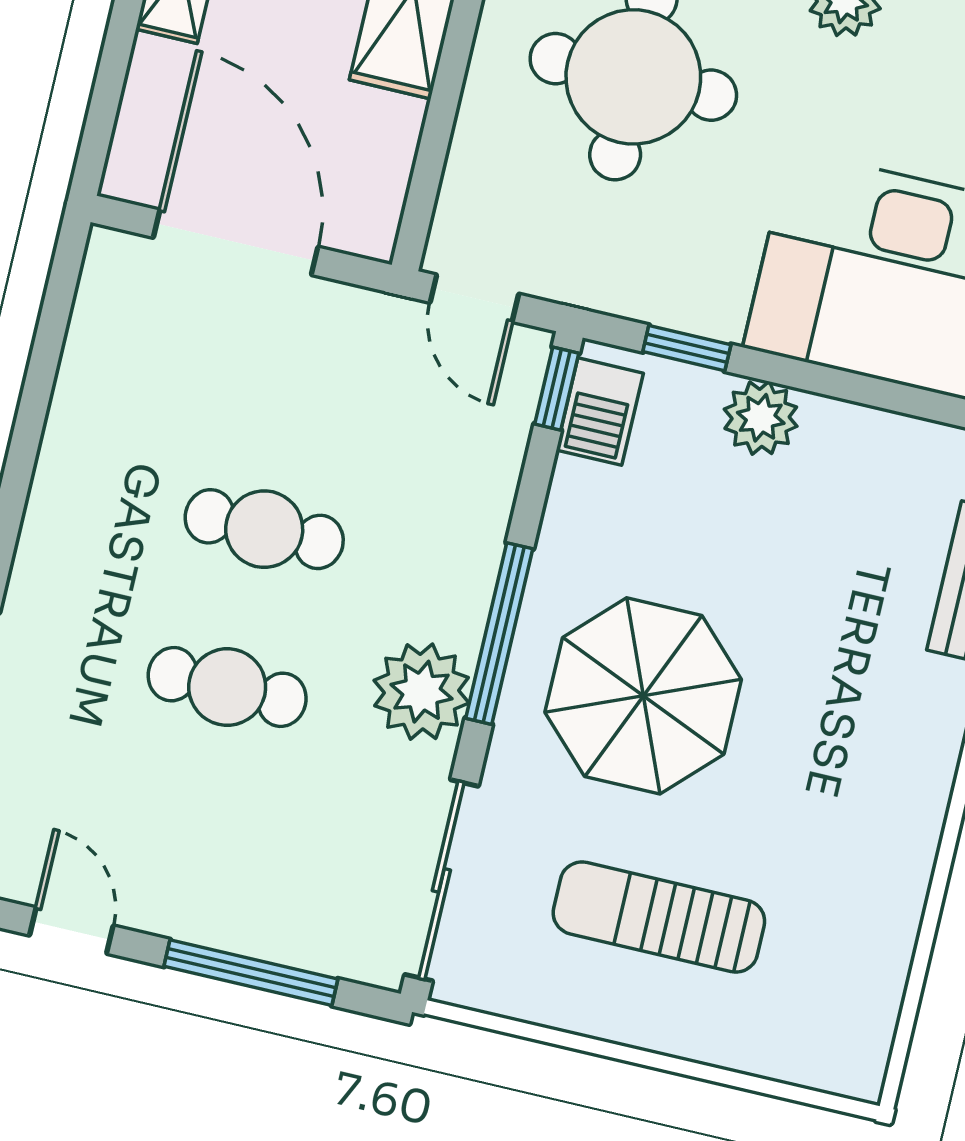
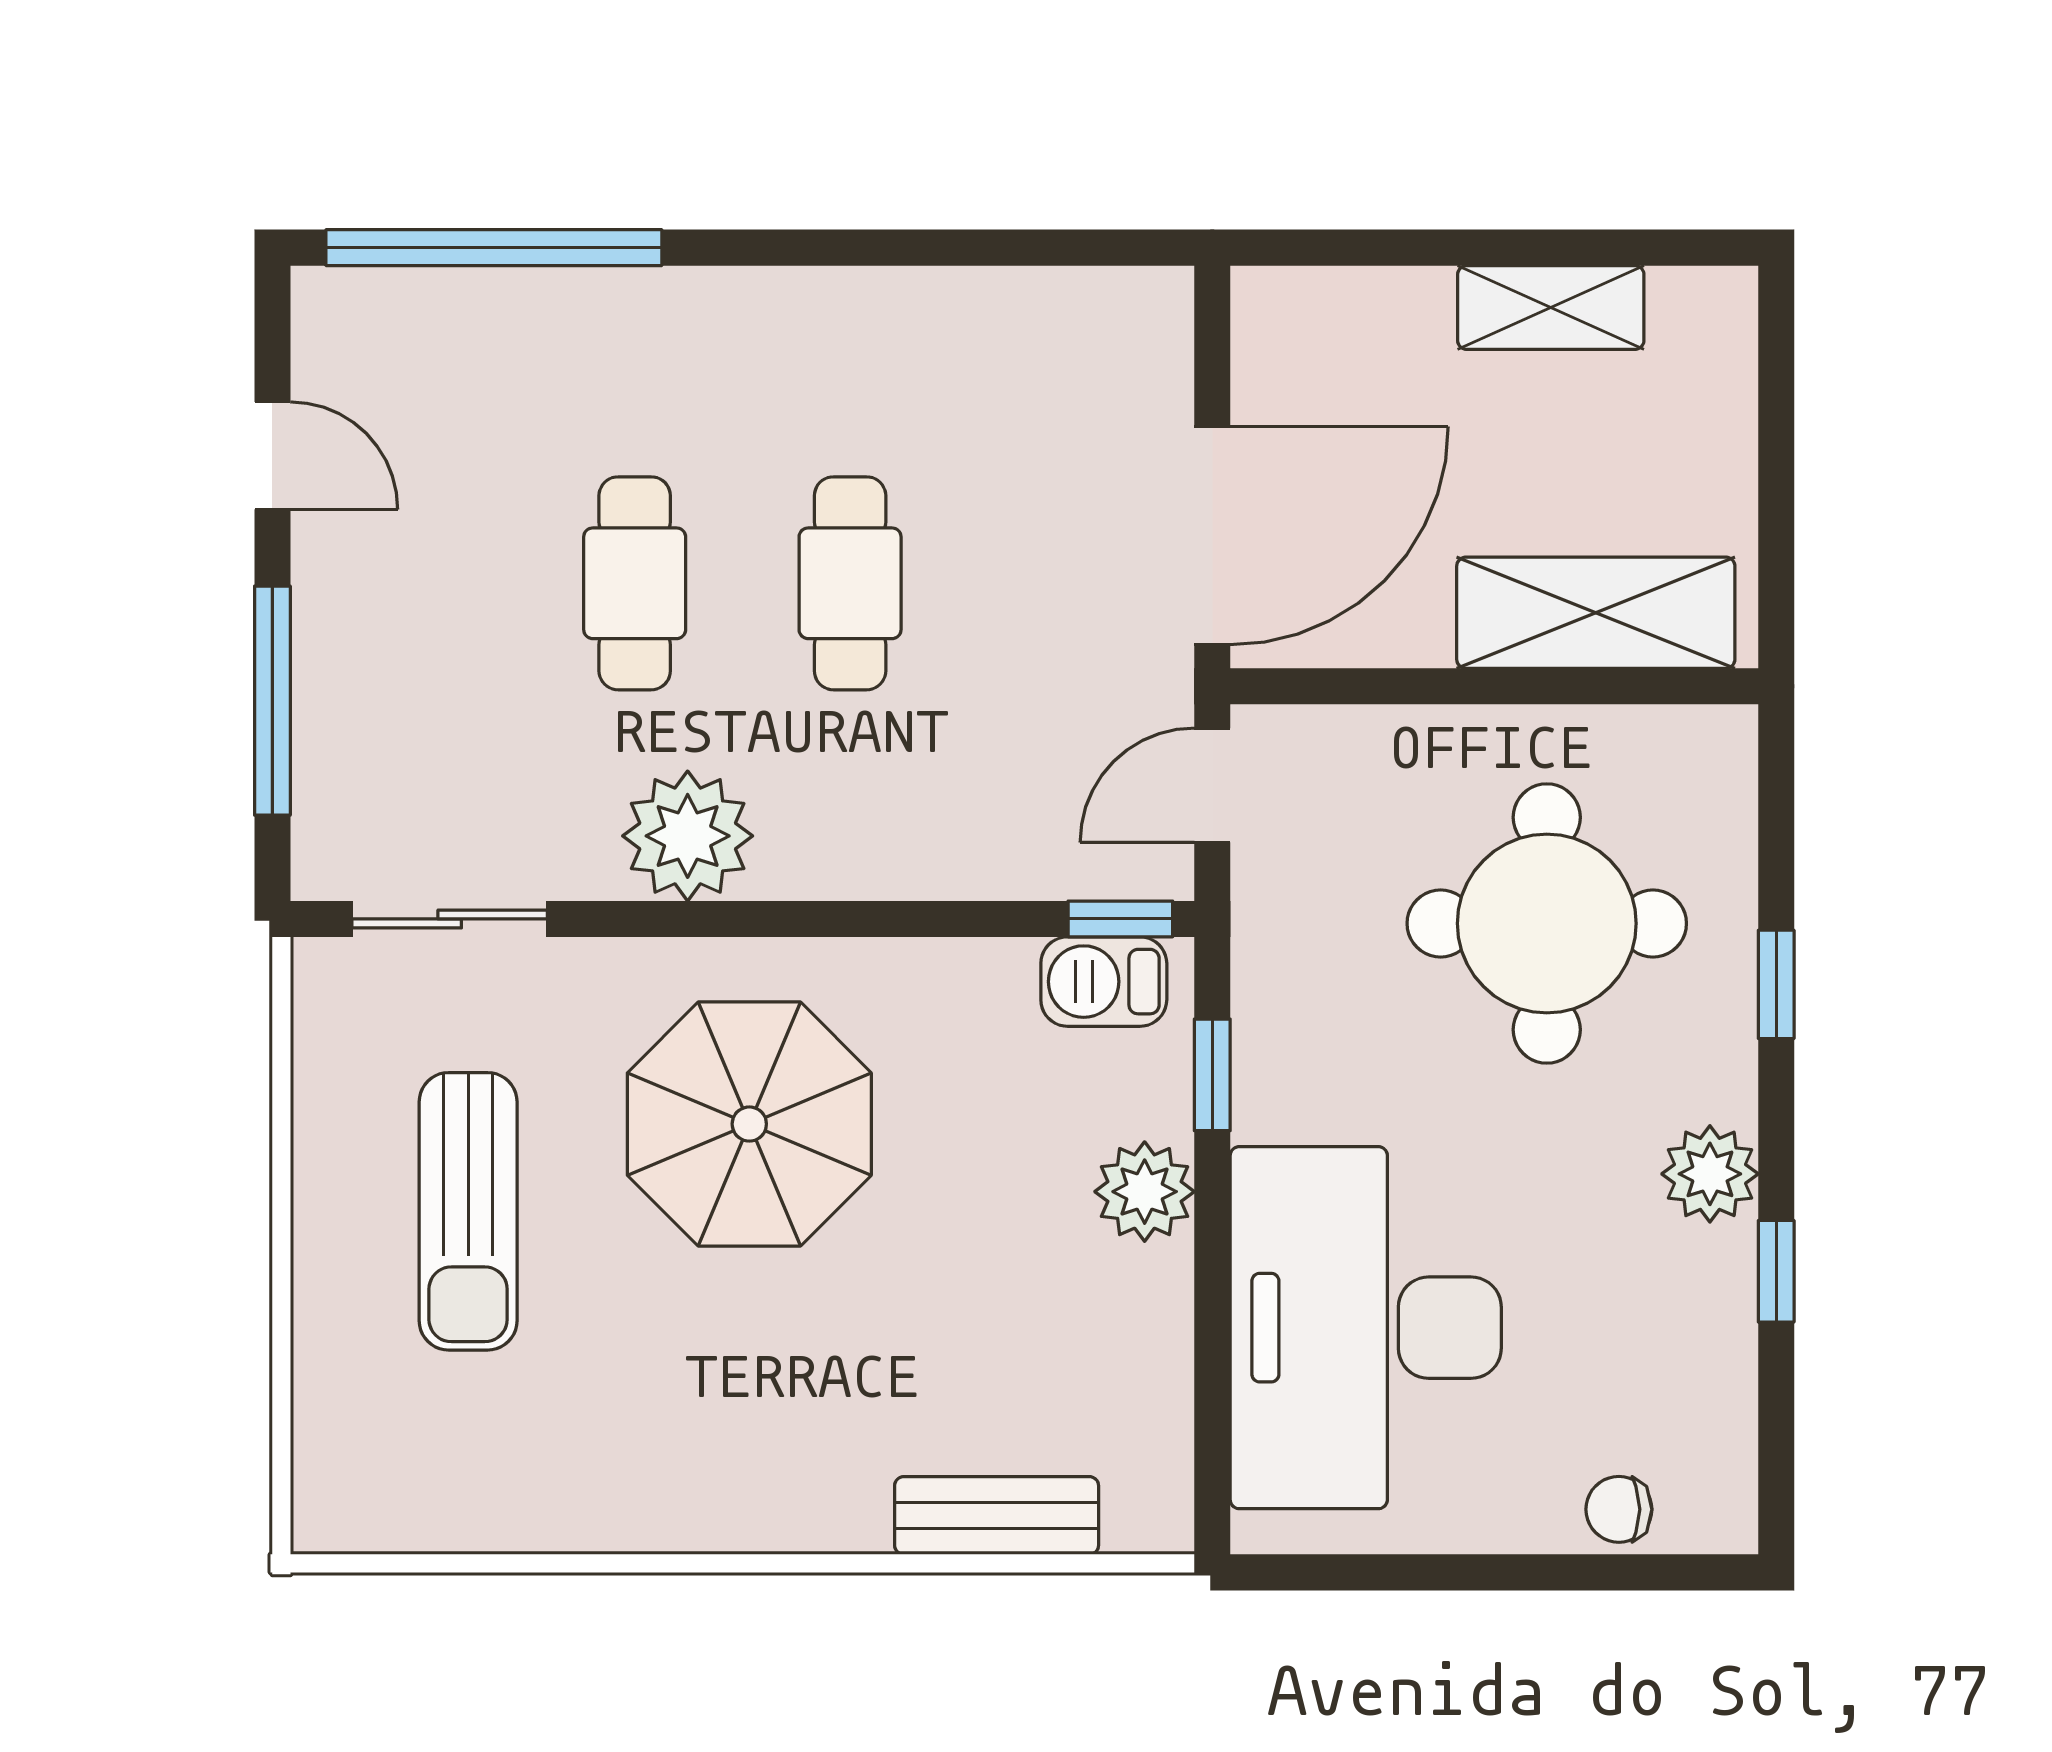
door: (236, 242) -> (1212, 536), moved
window: (499, 634) -> (786, 919), removed
sliding door: (441, 880) -> (450, 919), width x0.73
sun lounger: (659, 917) -> (468, 1211), turned 180
door: (71, 931) -> (272, 456), hinge flipped

